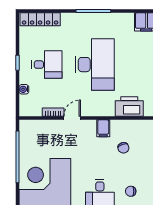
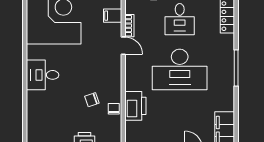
filing cabinet: (103, 128) -> (113, 16), moved
chair: (131, 191) -> (114, 109), moved

